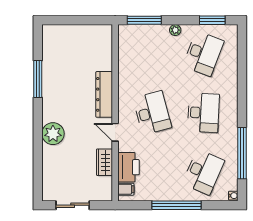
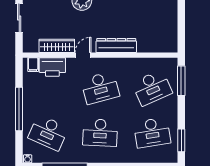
plant: (175, 30) -> (173, 108), removed
desk: (152, 54) -> (152, 88), added
desk: (203, 54) -> (152, 133), turned -30
wardrobe: (104, 162) -> (57, 46), width x1.50

